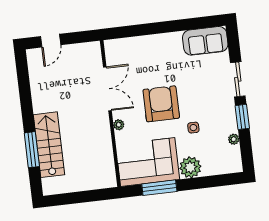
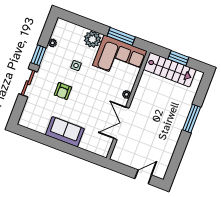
sofa: (205, 41) -> (65, 132), moved
armchair: (161, 104) -> (63, 91), moved, width x0.53, depth x0.53
stairs: (49, 145) -> (170, 70), moved, turned -90
window: (32, 150) -> (192, 119), moved
window: (81, 197) -> (178, 58), added

